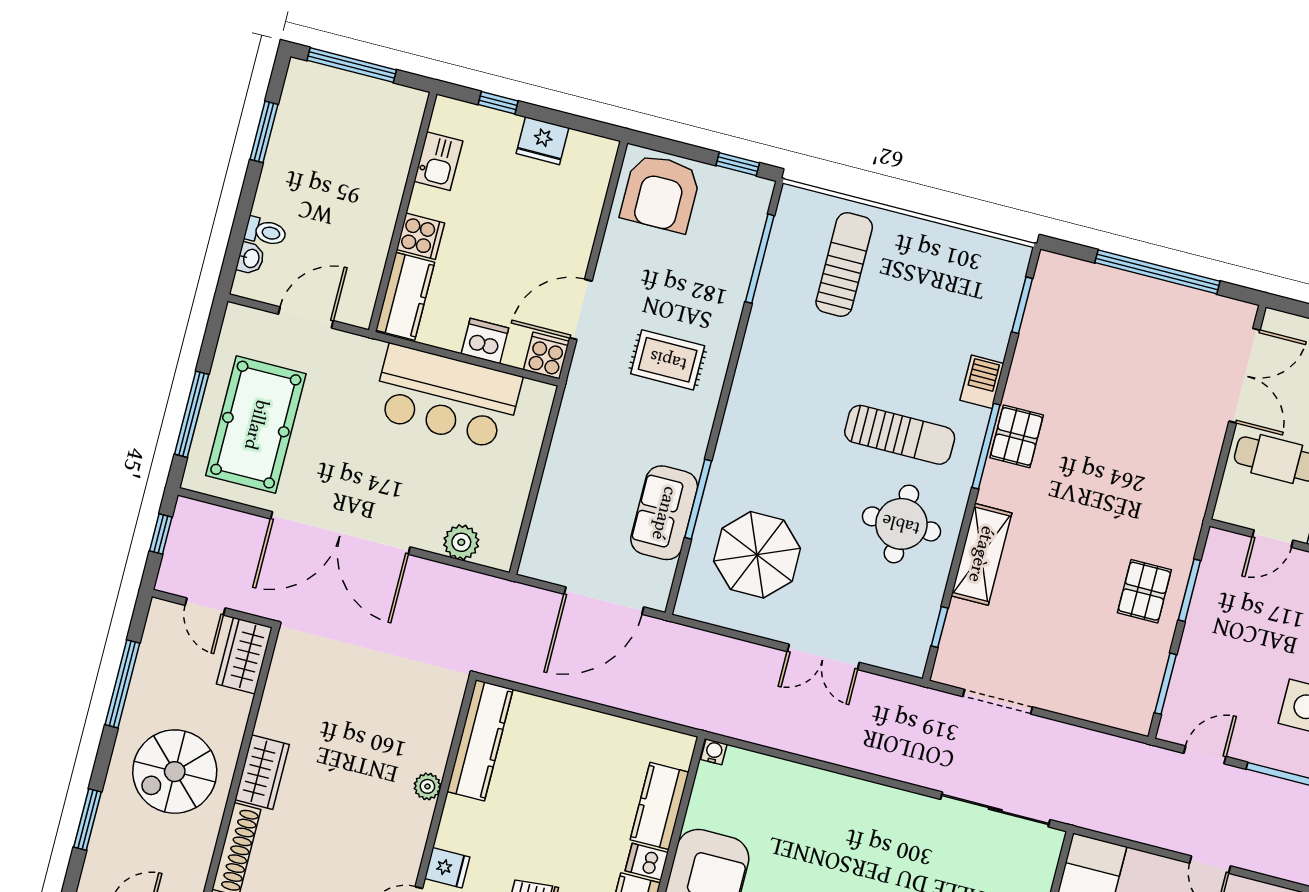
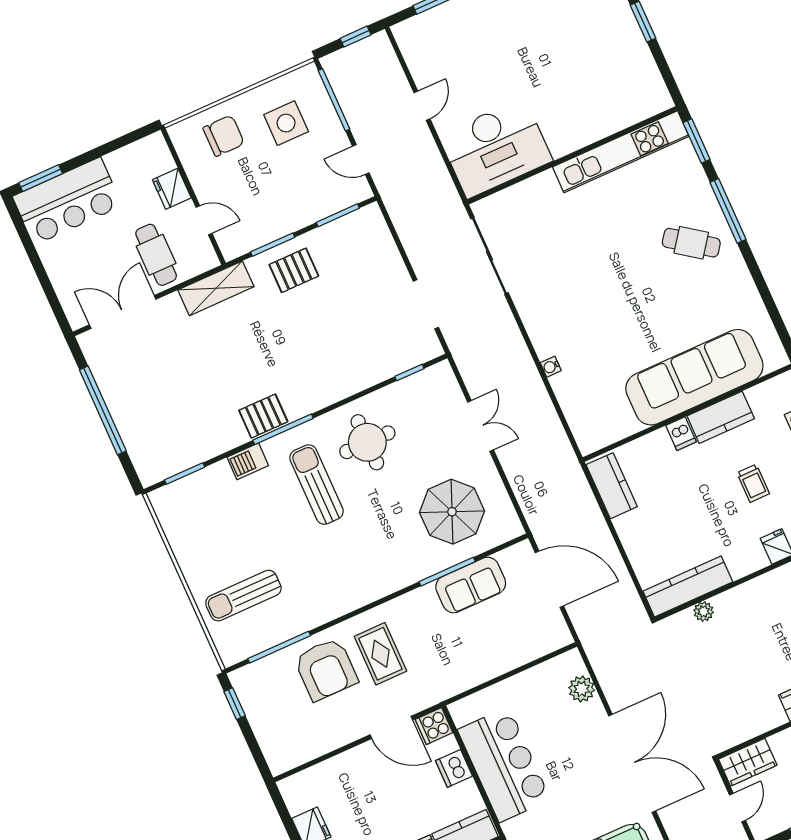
armchair: (661, 193) -> (326, 669), moved, turned 90
shelving: (981, 554) -> (216, 288), moved
water cooler: (714, 752) -> (551, 367), moved
plant: (427, 786) -> (704, 611), moved
kitchen counter: (660, 806) -> (612, 486), moved, turned -90

